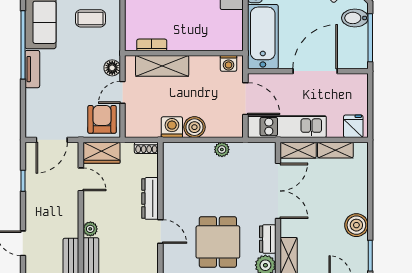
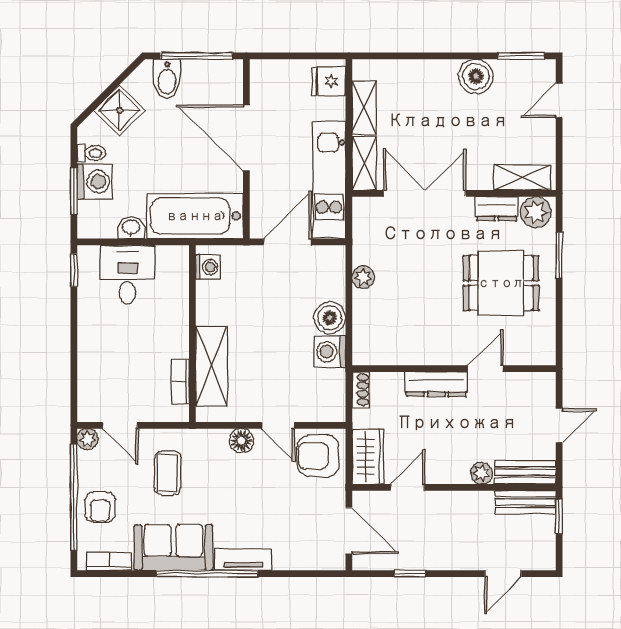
bookcase: (152, 45) -> (180, 382), moved
wall: (184, 53) -> (192, 334), moved
washing machine: (229, 63) -> (208, 267), moved
shelving: (162, 66) -> (211, 366), moved

